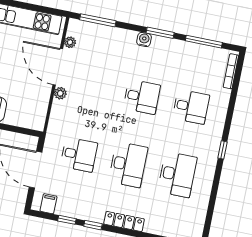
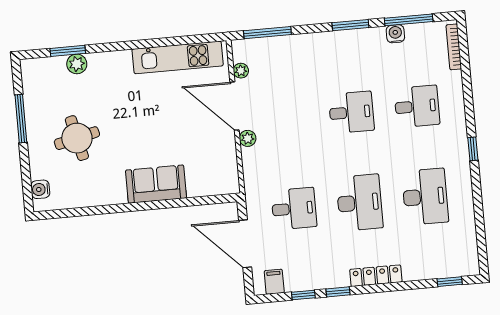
water cooler: (144, 39) -> (395, 34), moved

